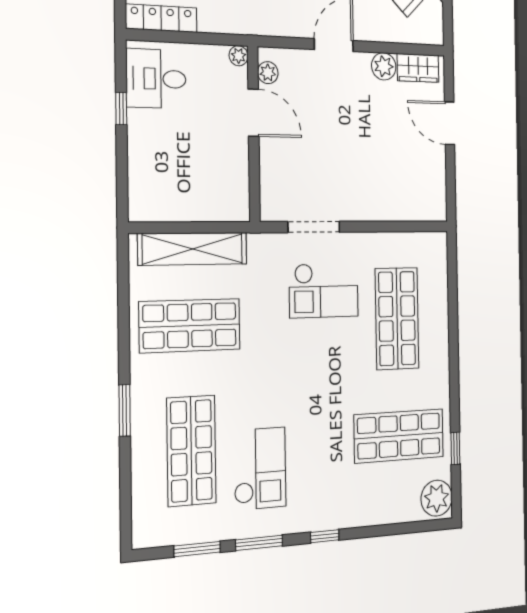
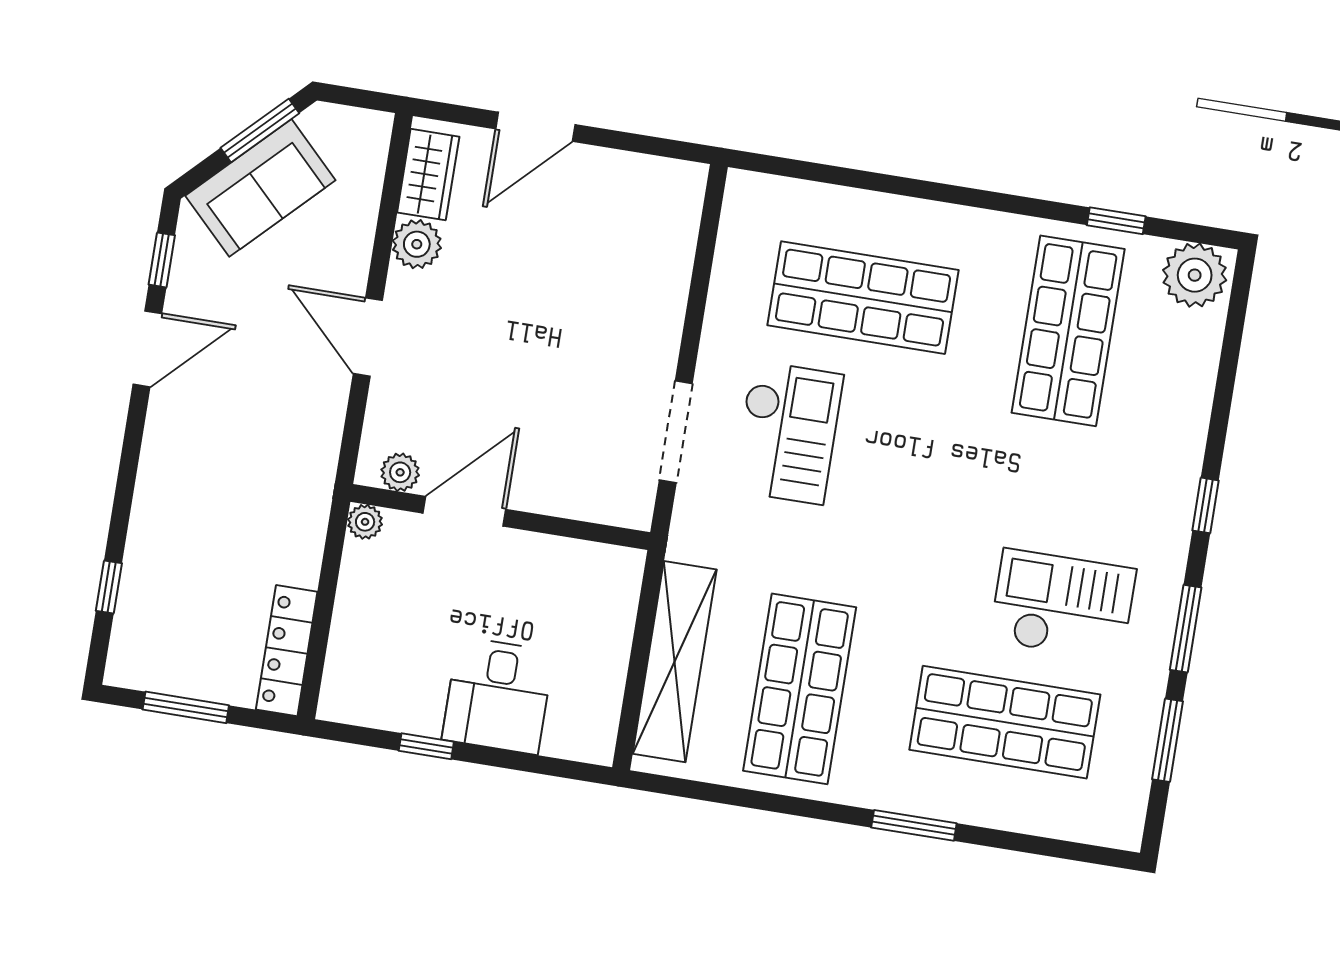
desk: (156, 79) -> (498, 696), moved

